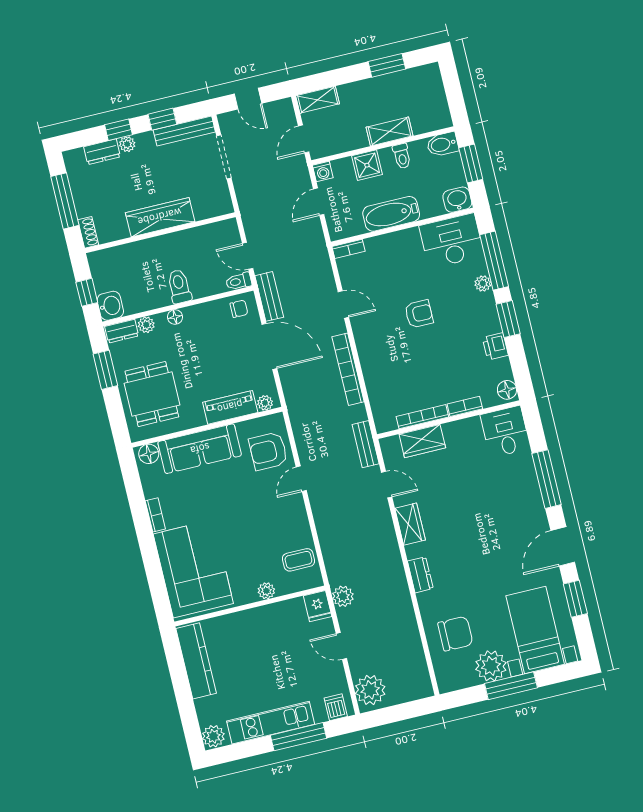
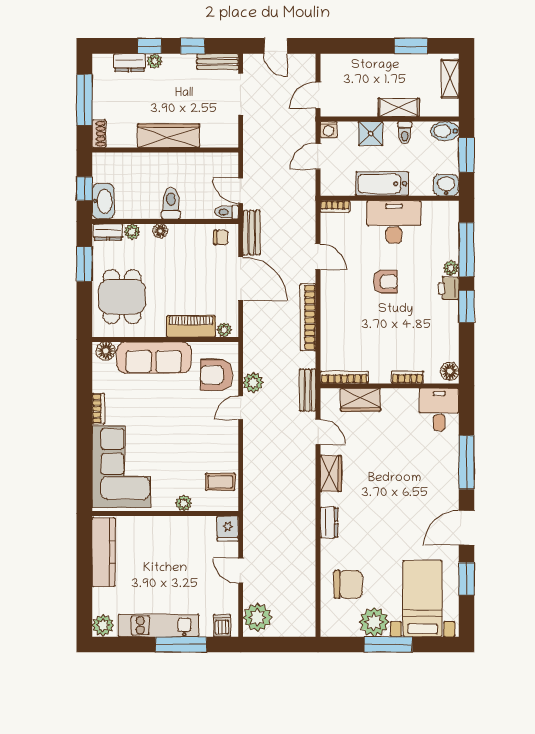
shelving: (318, 100) -> (450, 79), moved, turned 90
bench: (184, 131) -> (218, 62), width x0.73
desk: (452, 241) -> (394, 222), moved
washbasin: (110, 306) -> (103, 201), width x1.38
printer: (495, 346) -> (449, 288), moved
bookcase: (422, 417) -> (344, 377), moved
plant: (343, 596) -> (253, 383), moved

